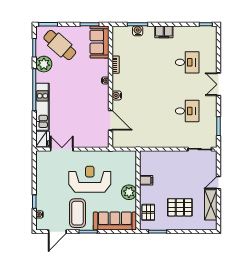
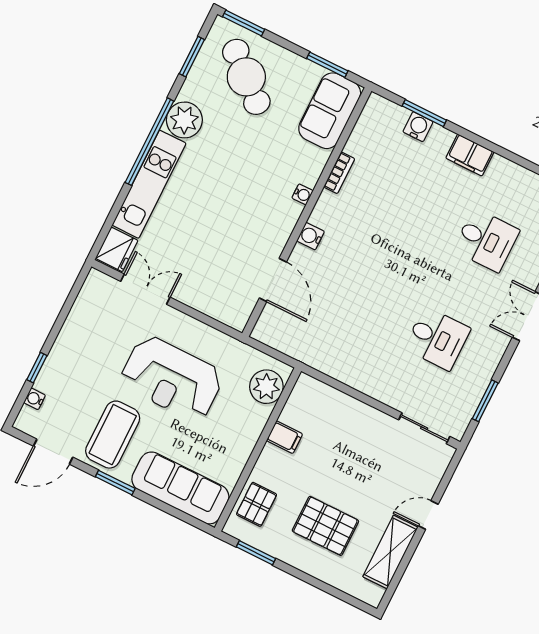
plant: (44, 64) -> (184, 120), moved
reception desk: (90, 179) -> (172, 378), turned 180
plant: (129, 192) -> (266, 387), moved

